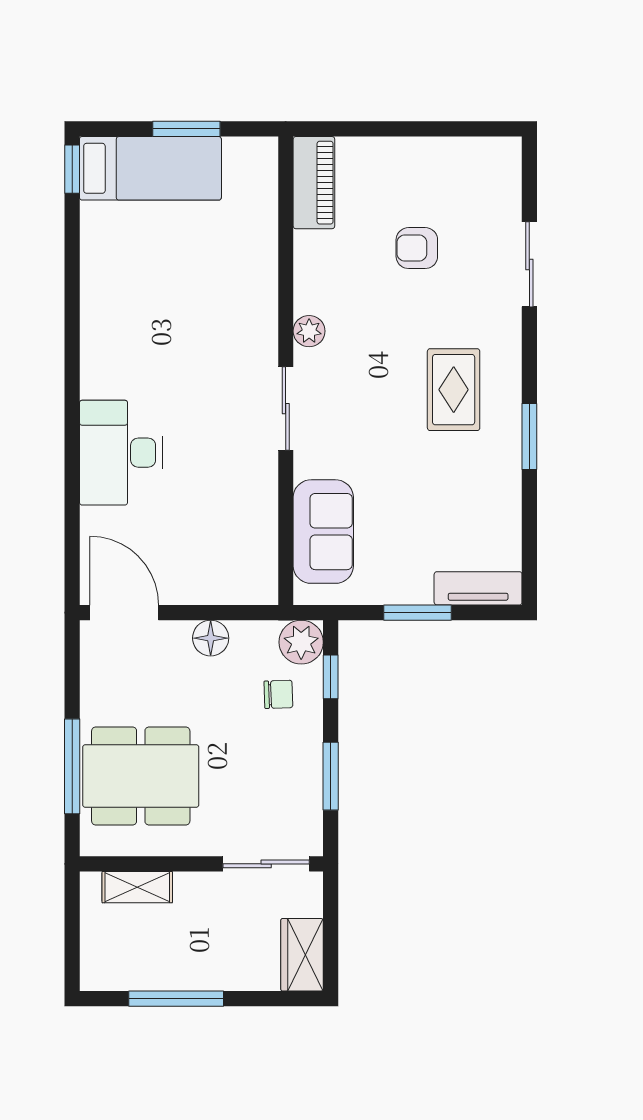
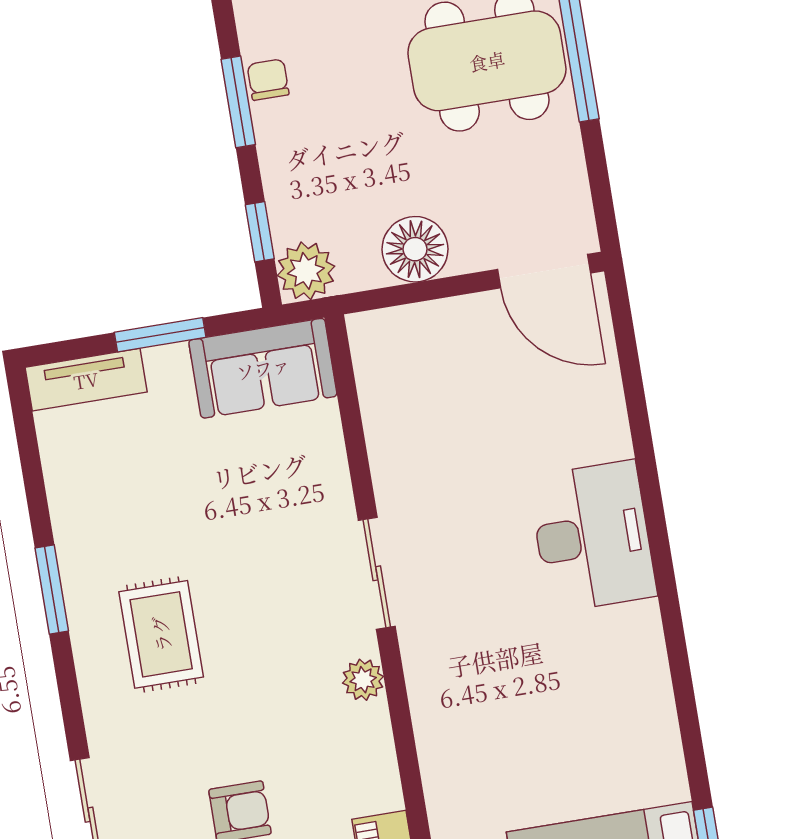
desk: (121, 453) -> (592, 536), moved
sofa: (323, 532) -> (263, 368), moved, turned -90
floor lamp: (211, 638) -> (415, 249), width x1.38, depth x1.38
chair: (278, 694) -> (268, 80), moved, turned 92

